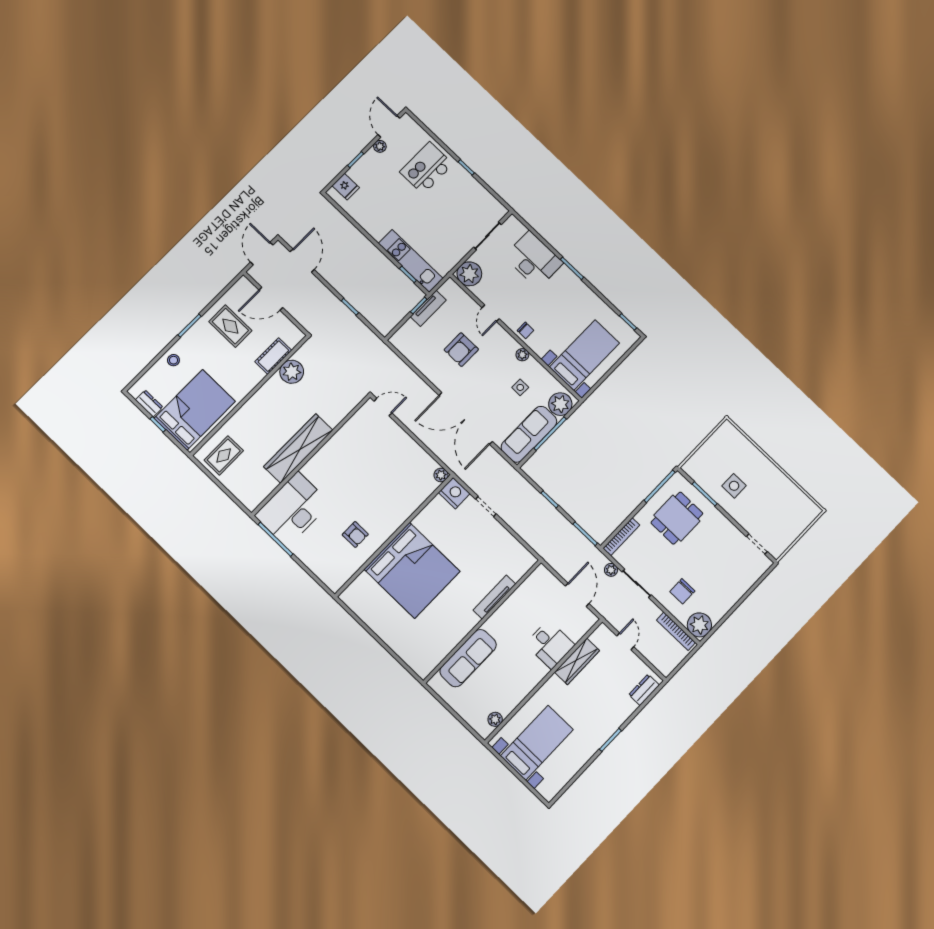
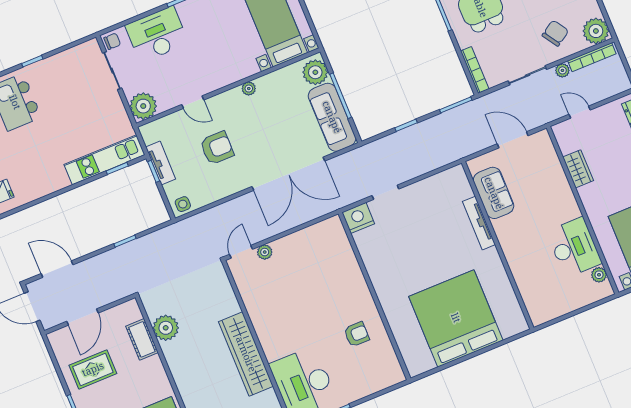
chair: (525, 330) -> (112, 41), moved
armchair: (461, 350) -> (217, 148), turned -90
side table: (520, 387) -> (183, 204), moved
plant: (441, 475) -> (265, 252), moved
bed: (412, 570) -> (456, 318), moved, turned -90
plant: (611, 570) -> (562, 70), moved
chair: (682, 591) -> (555, 33), turned -123
desk: (550, 644) -> (574, 247), moved, width x1.37
sofa: (468, 658) -> (494, 193), moved, width x0.73
wardrobe: (577, 661) -> (578, 169), width x0.67

